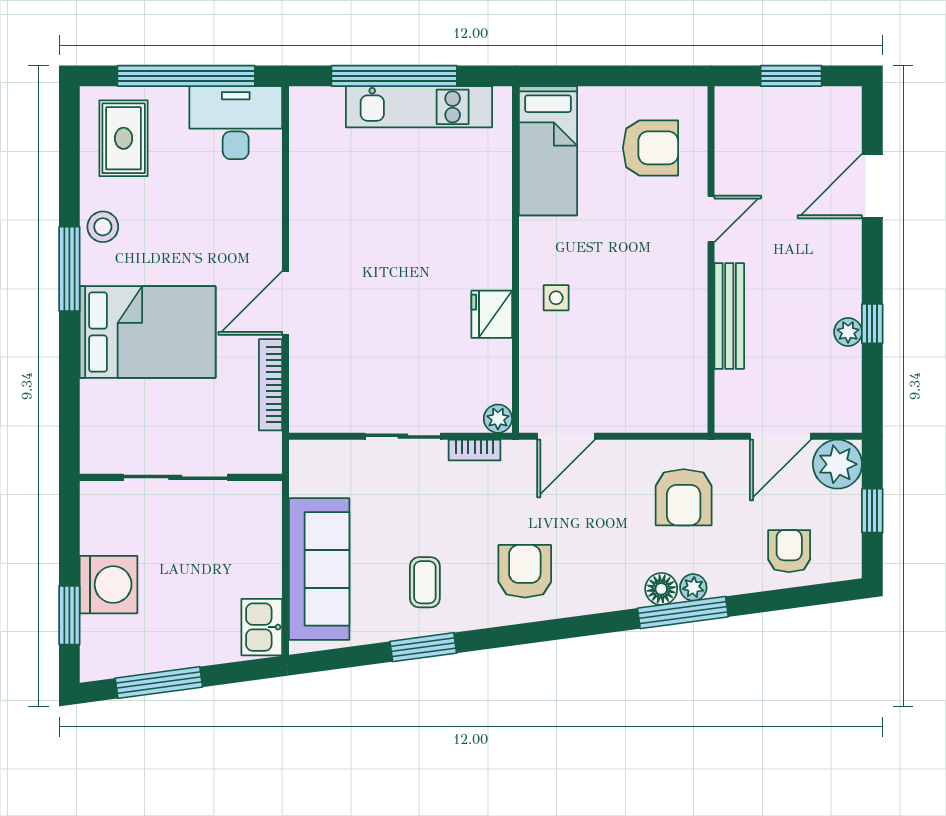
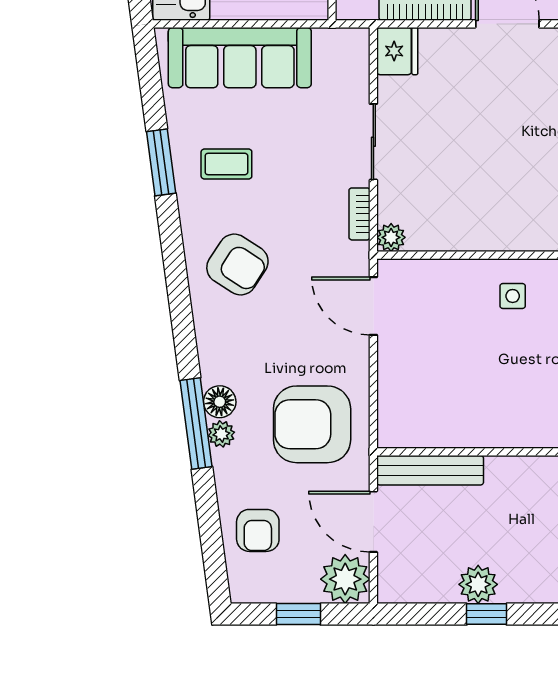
fridge: (492, 314) -> (397, 51), moved, turned 90
bench: (729, 316) -> (430, 470), moved
plant: (848, 332) -> (478, 584), width x1.38, depth x1.38
armchair: (684, 497) -> (312, 424), width x1.36, depth x1.36
armchair: (789, 551) -> (258, 530), turned 90
armchair: (525, 571) -> (237, 264), turned 33

